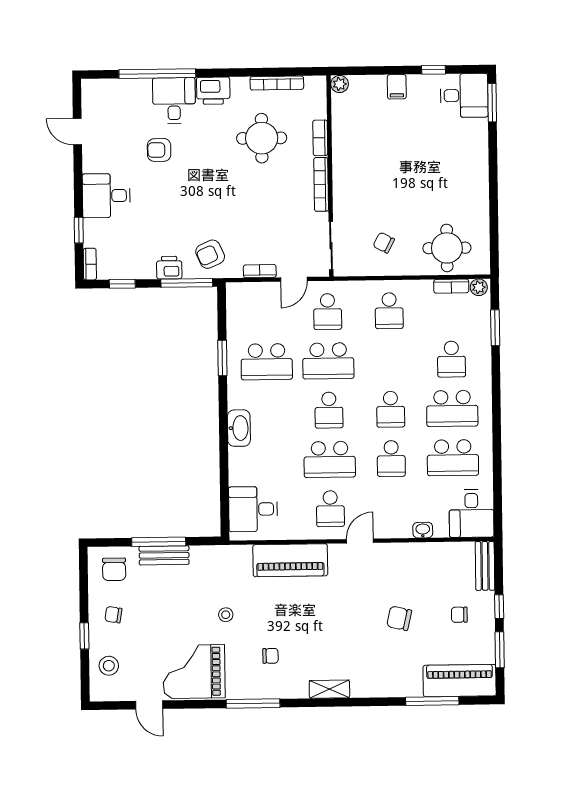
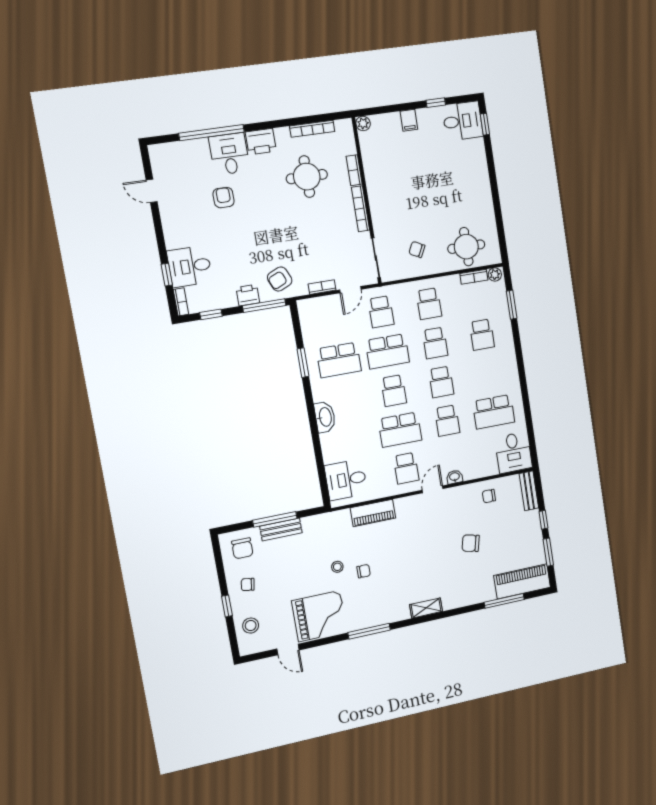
window: (492, 103) -> (485, 124), width x0.67
armchair: (159, 150) -> (224, 198), turned 90
desk: (106, 196) -> (190, 266), moved
school desk: (452, 408) -> (435, 343), moved, width x0.54
washbasin: (423, 530) -> (454, 477), moved
piano: (290, 560) -> (373, 513), width x0.73, depth x0.75
chair: (459, 615) -> (489, 496), moved
chair: (270, 656) -> (364, 571), moved
grand piano: (194, 672) -> (319, 616), turned 180

